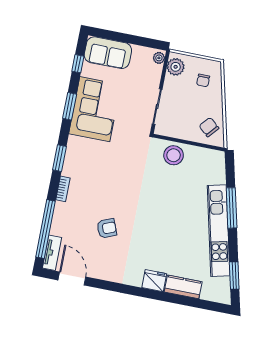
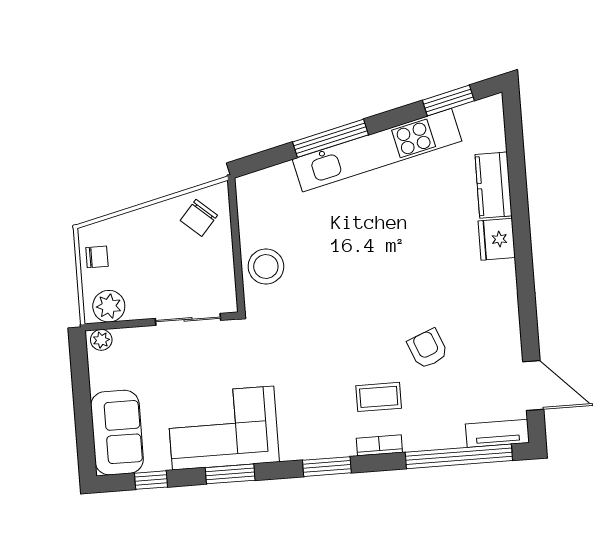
chair: (203, 80) -> (97, 257), moved
coffee table: (88, 196) -> (379, 397), added
door: (72, 278) -> (533, 386), swing flipped

